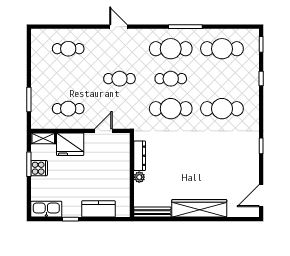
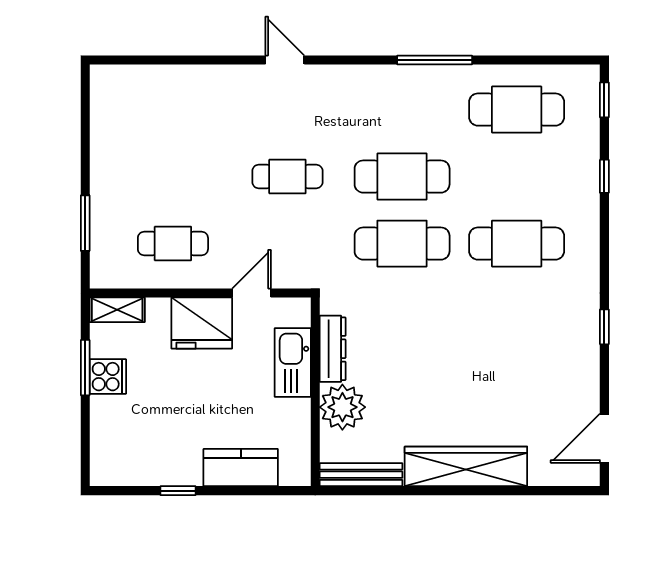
cafe table: (68, 49) -> (173, 110), removed
cafe table: (171, 49) -> (402, 110), removed
cafe table: (171, 79) -> (402, 177), width x1.37, depth x1.35
fridge: (70, 144) -> (202, 323), moved
plant: (139, 177) -> (342, 407), width x1.88, depth x1.88
kitchen sink: (46, 209) -> (293, 362), moved, turned -90

